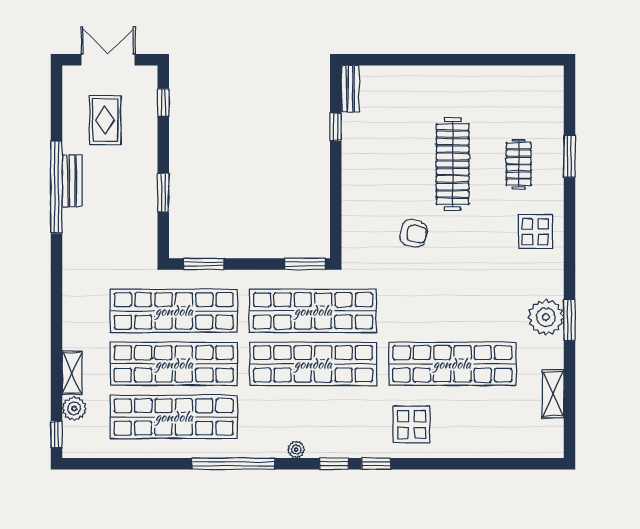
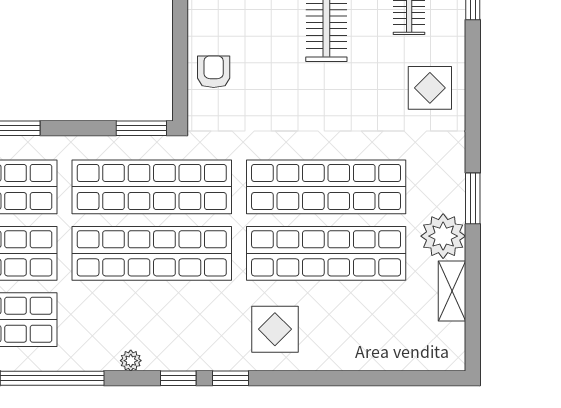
armchair: (414, 233) -> (214, 72), moved, turned -103
shop shelf: (452, 311) -> (326, 187), added
plant: (546, 317) -> (443, 236), moved

